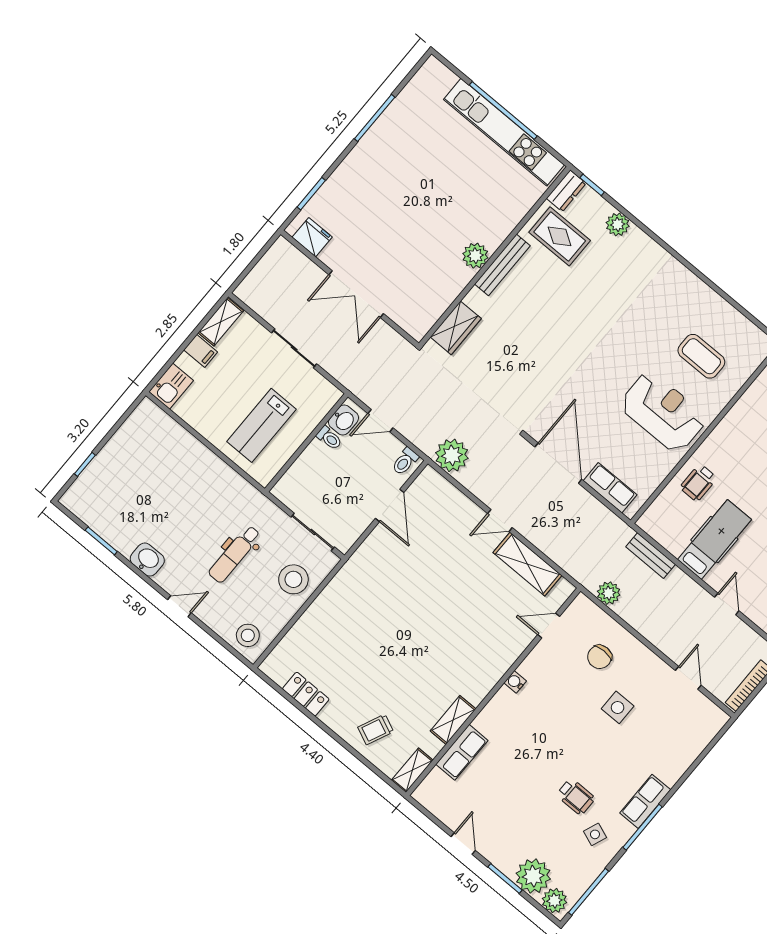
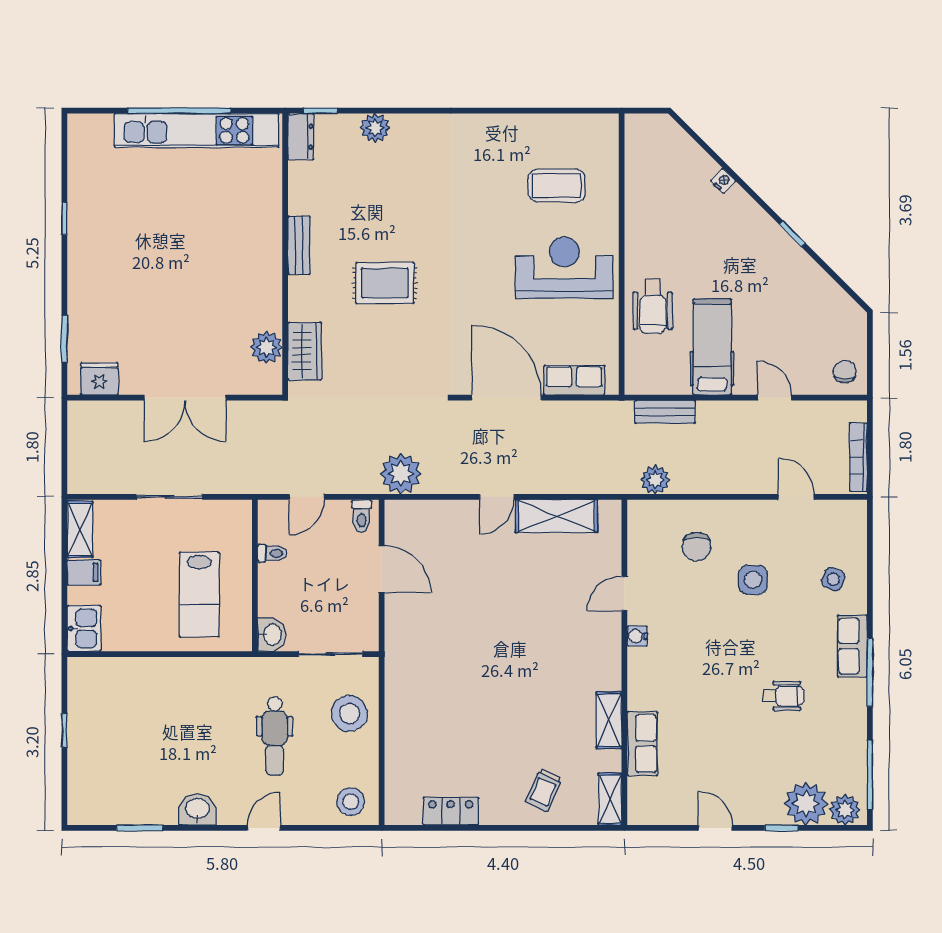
window: (375, 118) -> (64, 218), width x0.46
rug: (560, 236) -> (385, 283), moved
plant: (475, 256) -> (266, 347), moved
bench: (502, 265) -> (299, 245), width x0.73
washbasin: (344, 420) -> (272, 635), moved
window: (85, 464) -> (64, 730), moved
wheelchair: (698, 483) -> (653, 306), width x1.36, depth x1.37
door: (549, 626) -> (624, 594), moved
side table: (595, 834) -> (833, 579), moved
window: (505, 879) -> (781, 828), width x0.67

